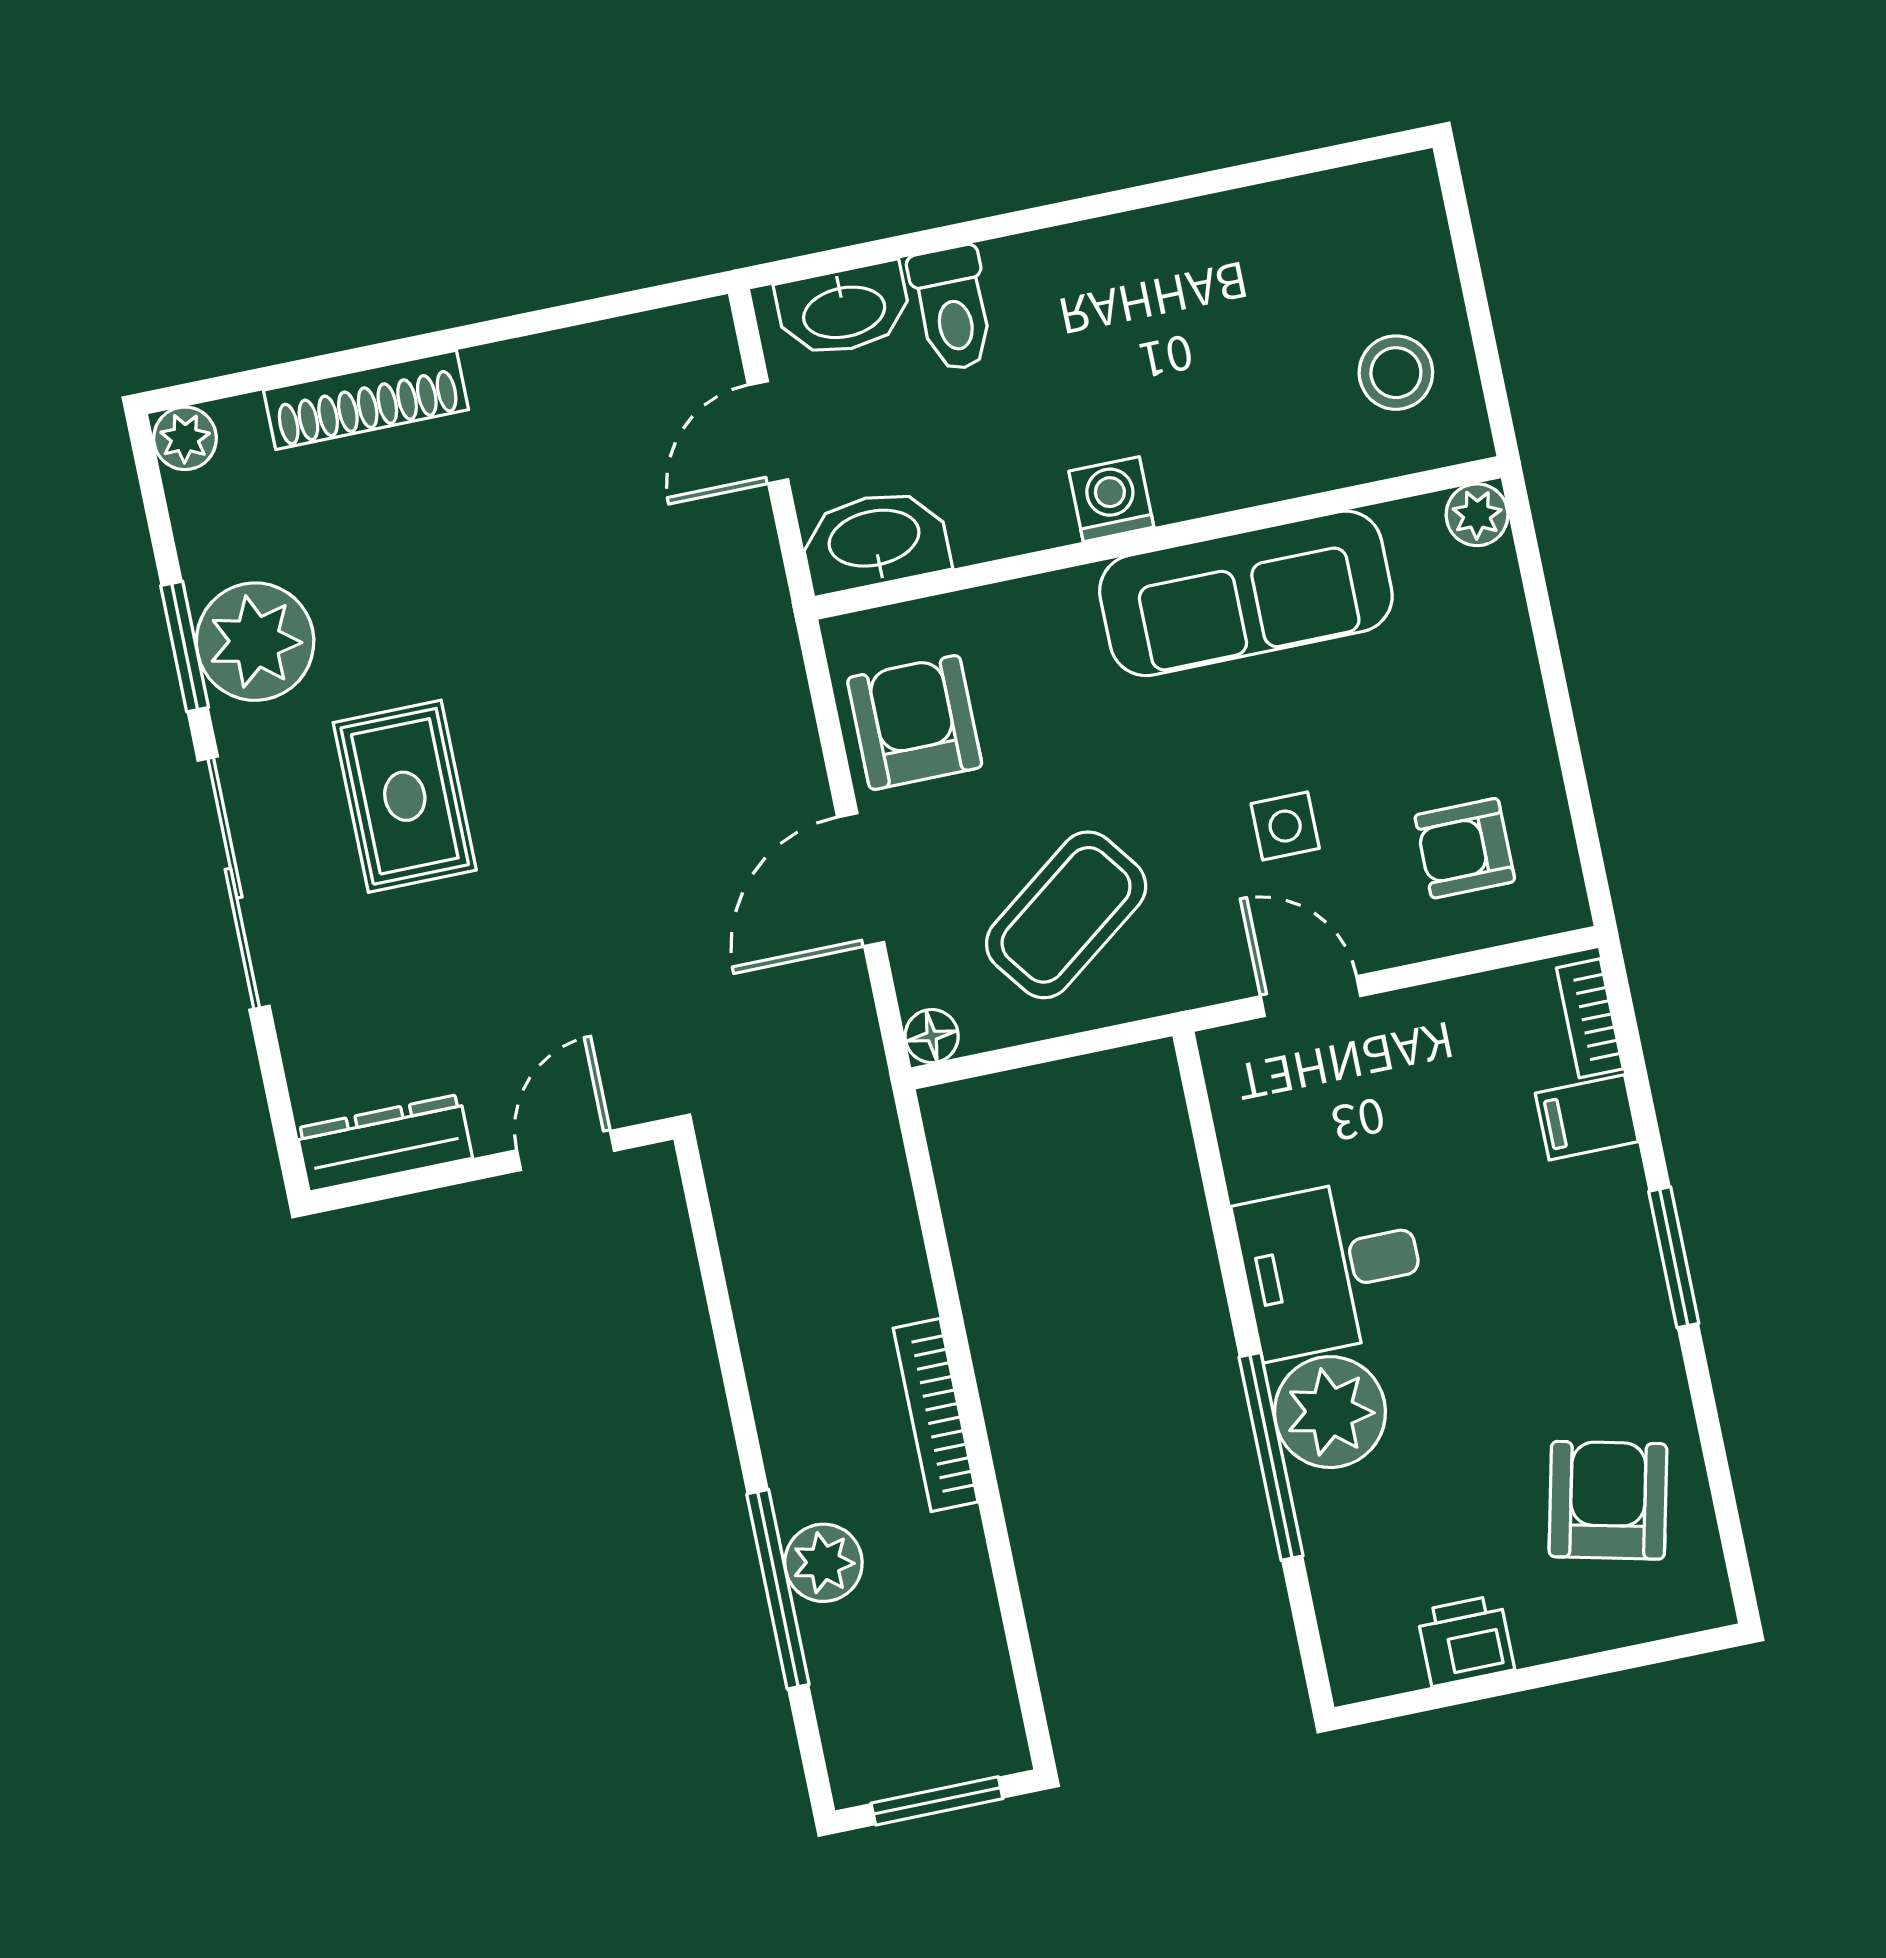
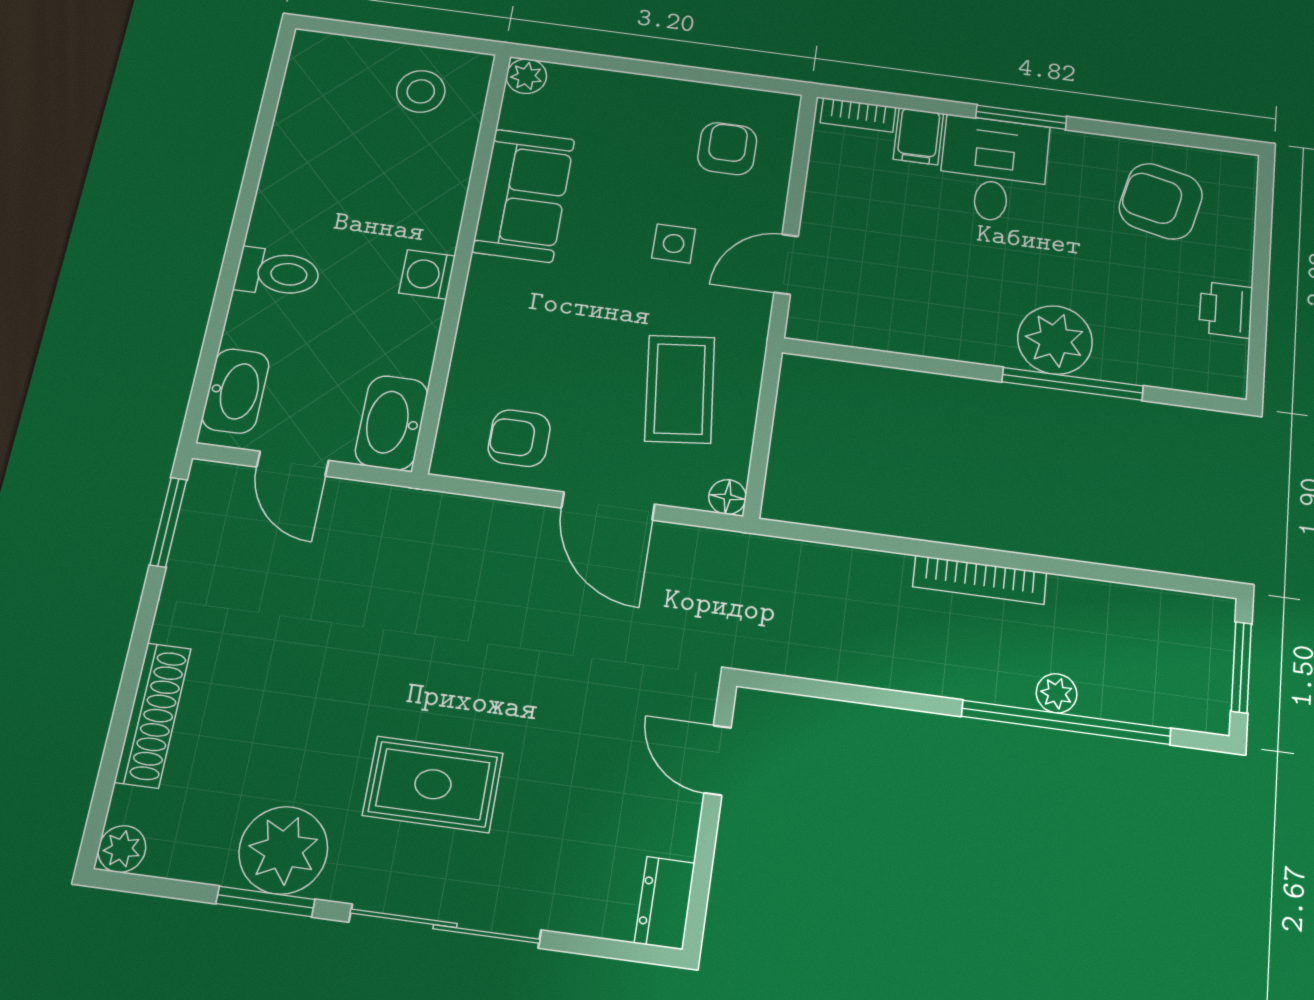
window: (628, 303) -> (168, 522), added
toilet: (952, 309) -> (278, 273), moved
sofa: (1246, 593) -> (524, 195), width x0.73
armchair: (915, 722) -> (519, 438), width x0.72, depth x0.72
armchair: (1465, 848) -> (727, 149), turned 180
coffee table: (1066, 915) -> (680, 389), turned 31
dresser: (384, 1143) -> (665, 903), width x0.70
desk: (1331, 1267) -> (994, 170), moved, turned 180
plant: (823, 1563) -> (1057, 693), width x0.73, depth x0.73
window: (778, 1589) -> (1066, 722), width x1.46

